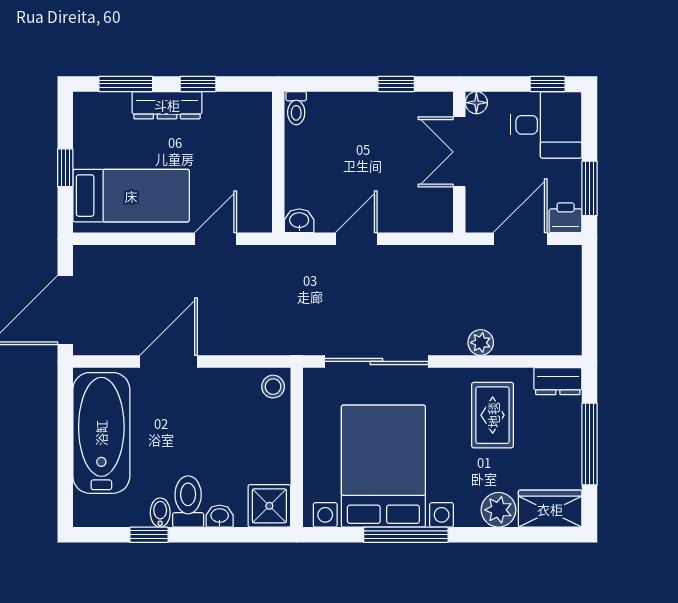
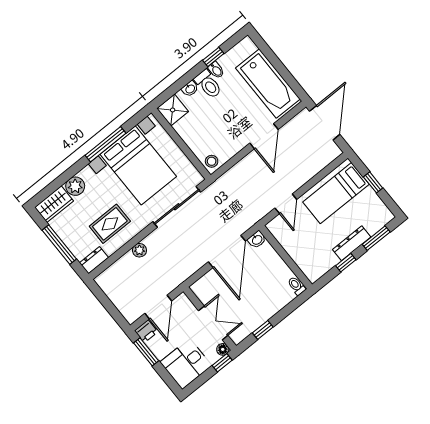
window: (548, 84) -> (222, 363), moved
door: (356, 239) -> (227, 251), width x1.87
rug: (493, 415) -> (110, 224), turned 90

